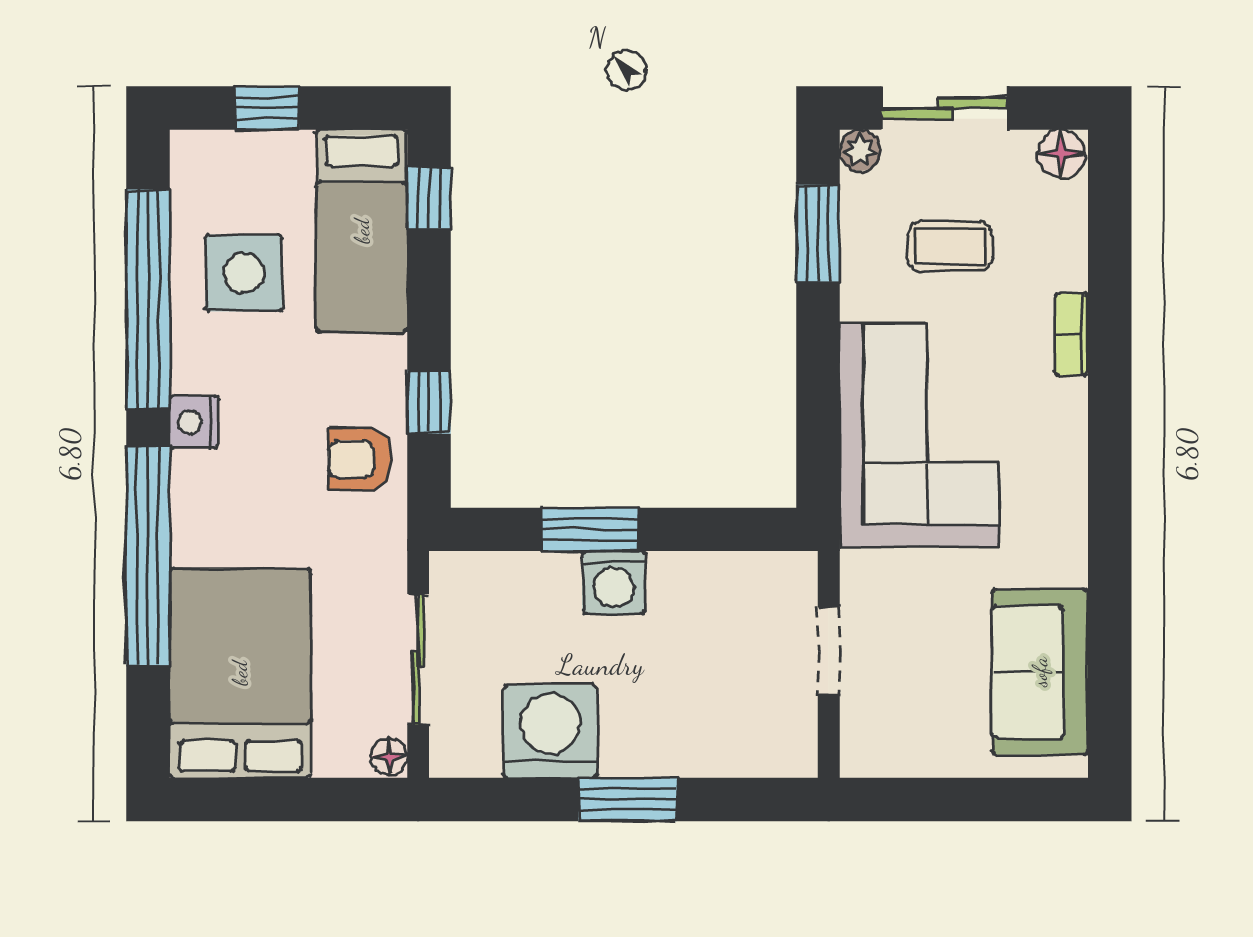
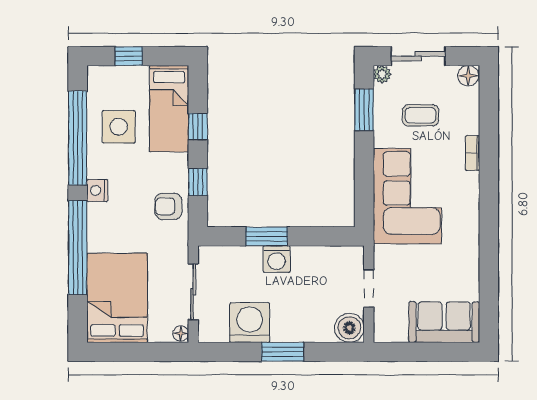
window: (429, 198) -> (198, 127), moved
sofa: (1040, 672) -> (444, 322), moved, turned 90
boiler: (784, 744) -> (349, 328), added

